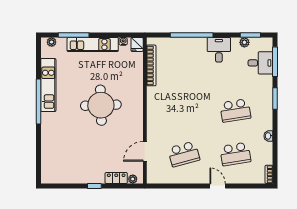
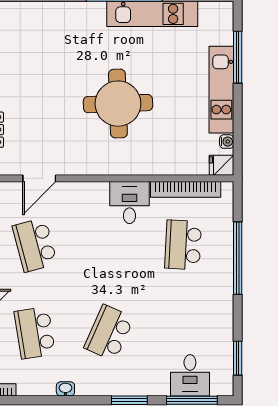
plant: (52, 42) -> (226, 19), removed
plant: (244, 42) -> (225, 348), removed
desk: (219, 50) -> (129, 203), moved, turned -90
school desk: (184, 67) -> (183, 245), added
school desk: (235, 110) -> (109, 333), turned 33
door: (145, 151) -> (39, 178), swing flipped

